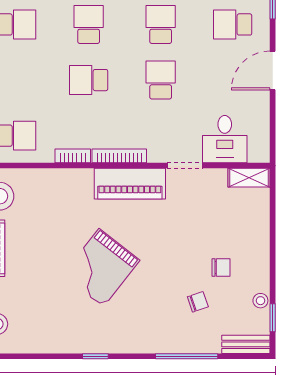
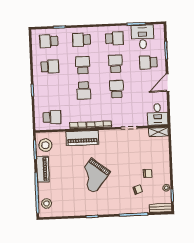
school desk: (89, 80) -> (84, 91), turned -90
desk: (225, 139) -> (157, 114), moved
piano: (130, 184) -> (82, 138), moved

